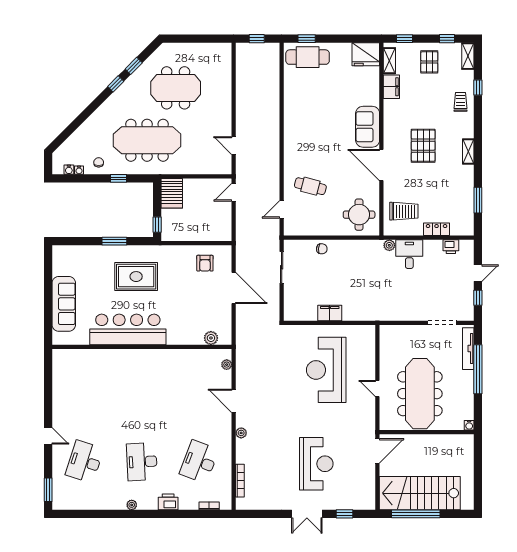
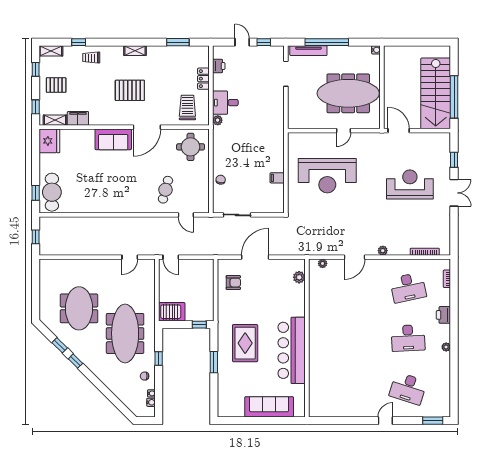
filing cabinet: (330, 313) -> (277, 178), width x0.50
desk: (199, 462) -> (408, 288), turned -33

